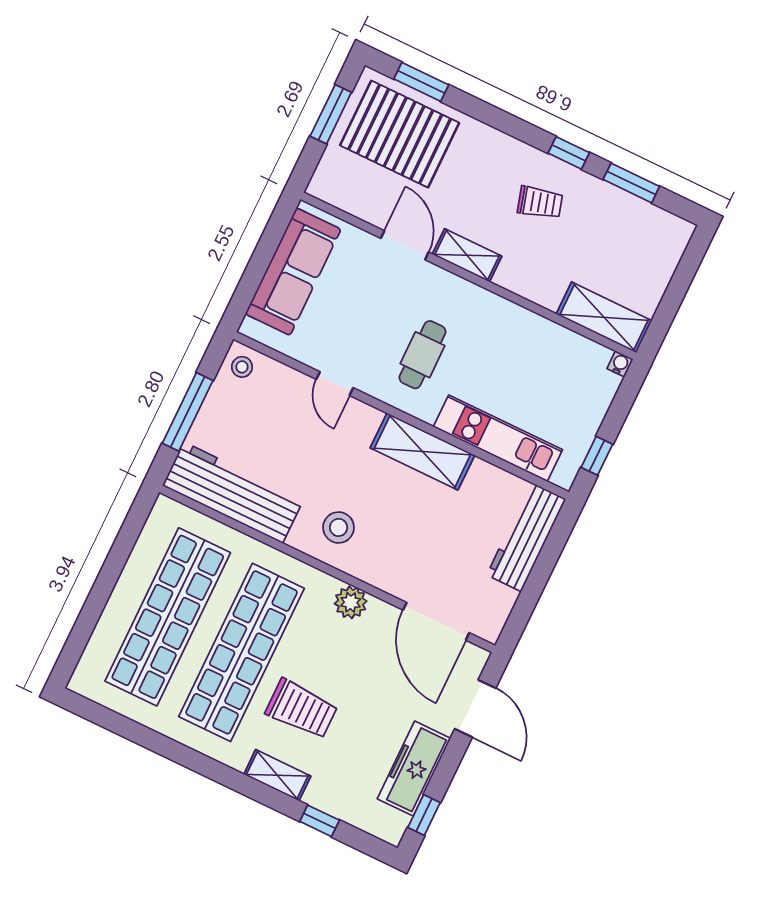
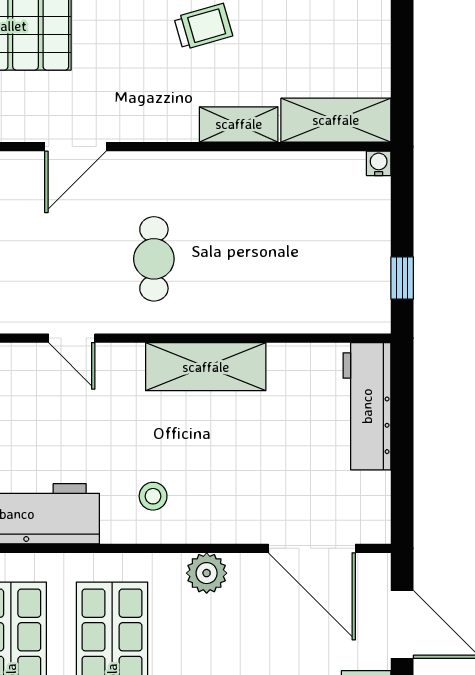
door: (405, 245) -> (75, 147), swing flipped
shelving: (467, 255) -> (239, 124), moved
kitchen unit: (498, 438) -> (283, 312), removed
stool: (339, 527) -> (153, 496), width x0.73, depth x0.73

